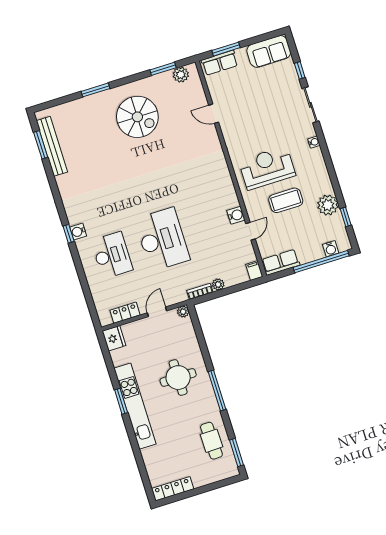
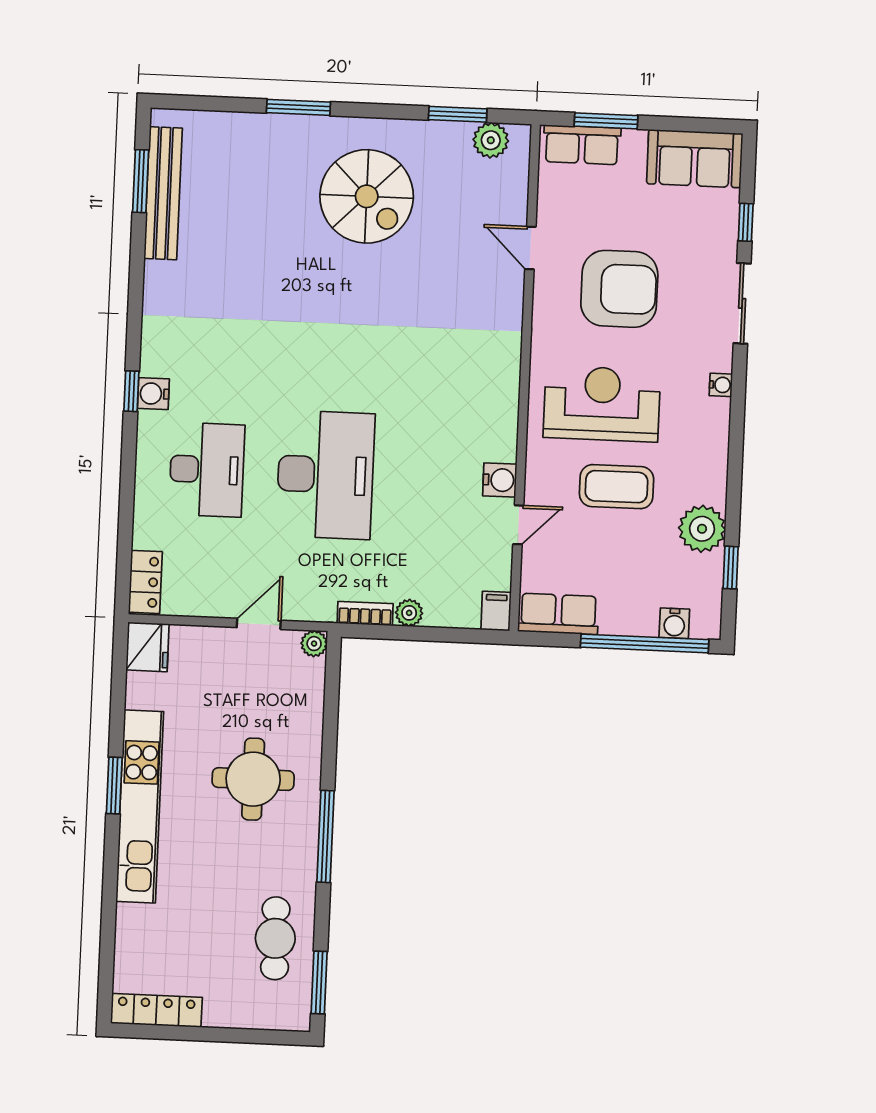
armchair: (257, 117) -> (619, 289), added
locker: (125, 313) -> (145, 582), moved, turned 90

